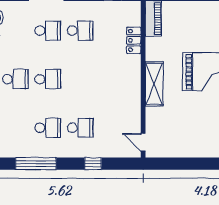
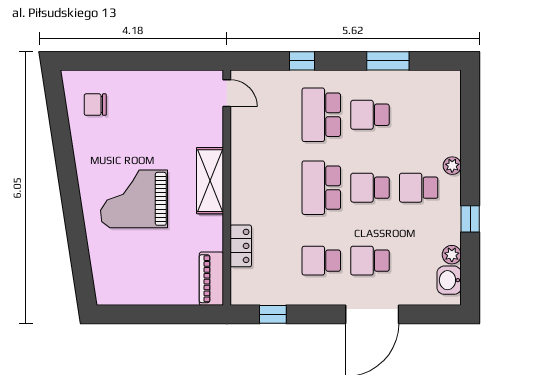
school desk: (80, 79) -> (321, 188), added
school desk: (80, 128) -> (321, 115), width x1.85
window: (36, 164) -> (388, 61), width x0.69

